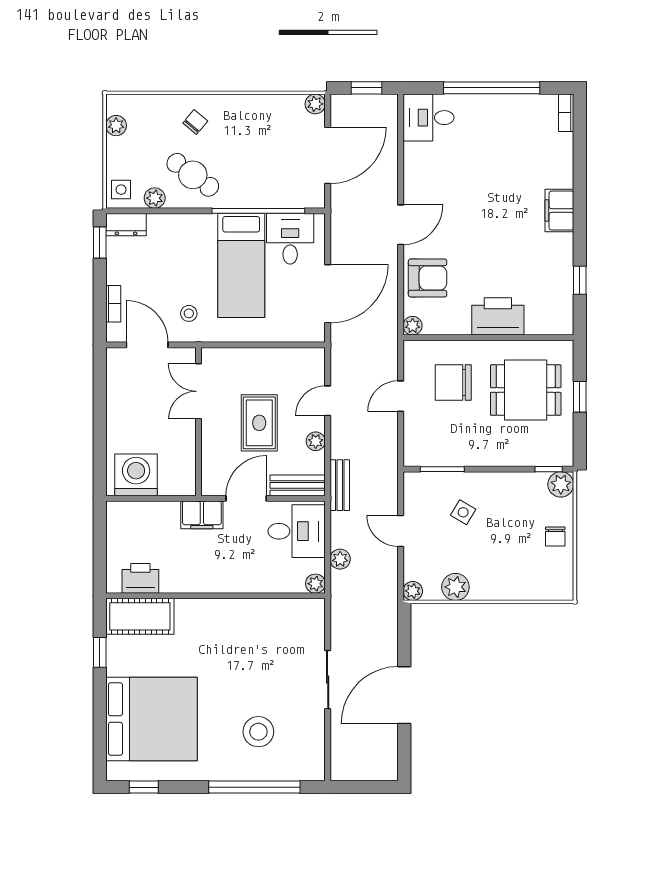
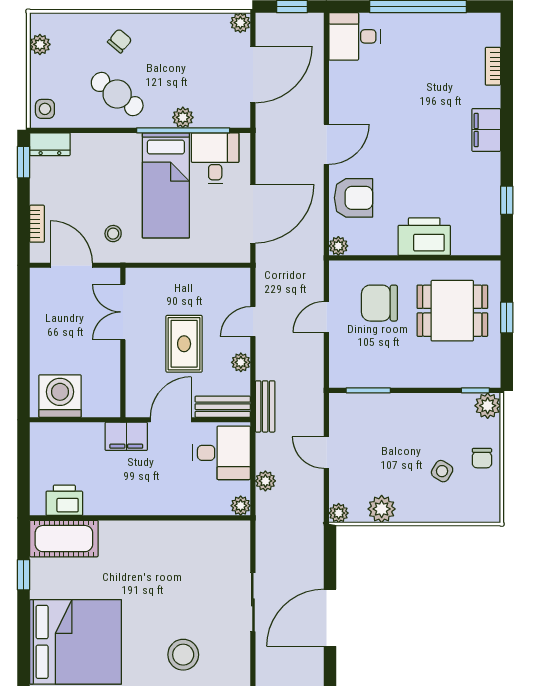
bookcase: (566, 113) -> (493, 66), moved
plant: (155, 198) -> (183, 117), moved
side table: (463, 512) -> (442, 471), moved

